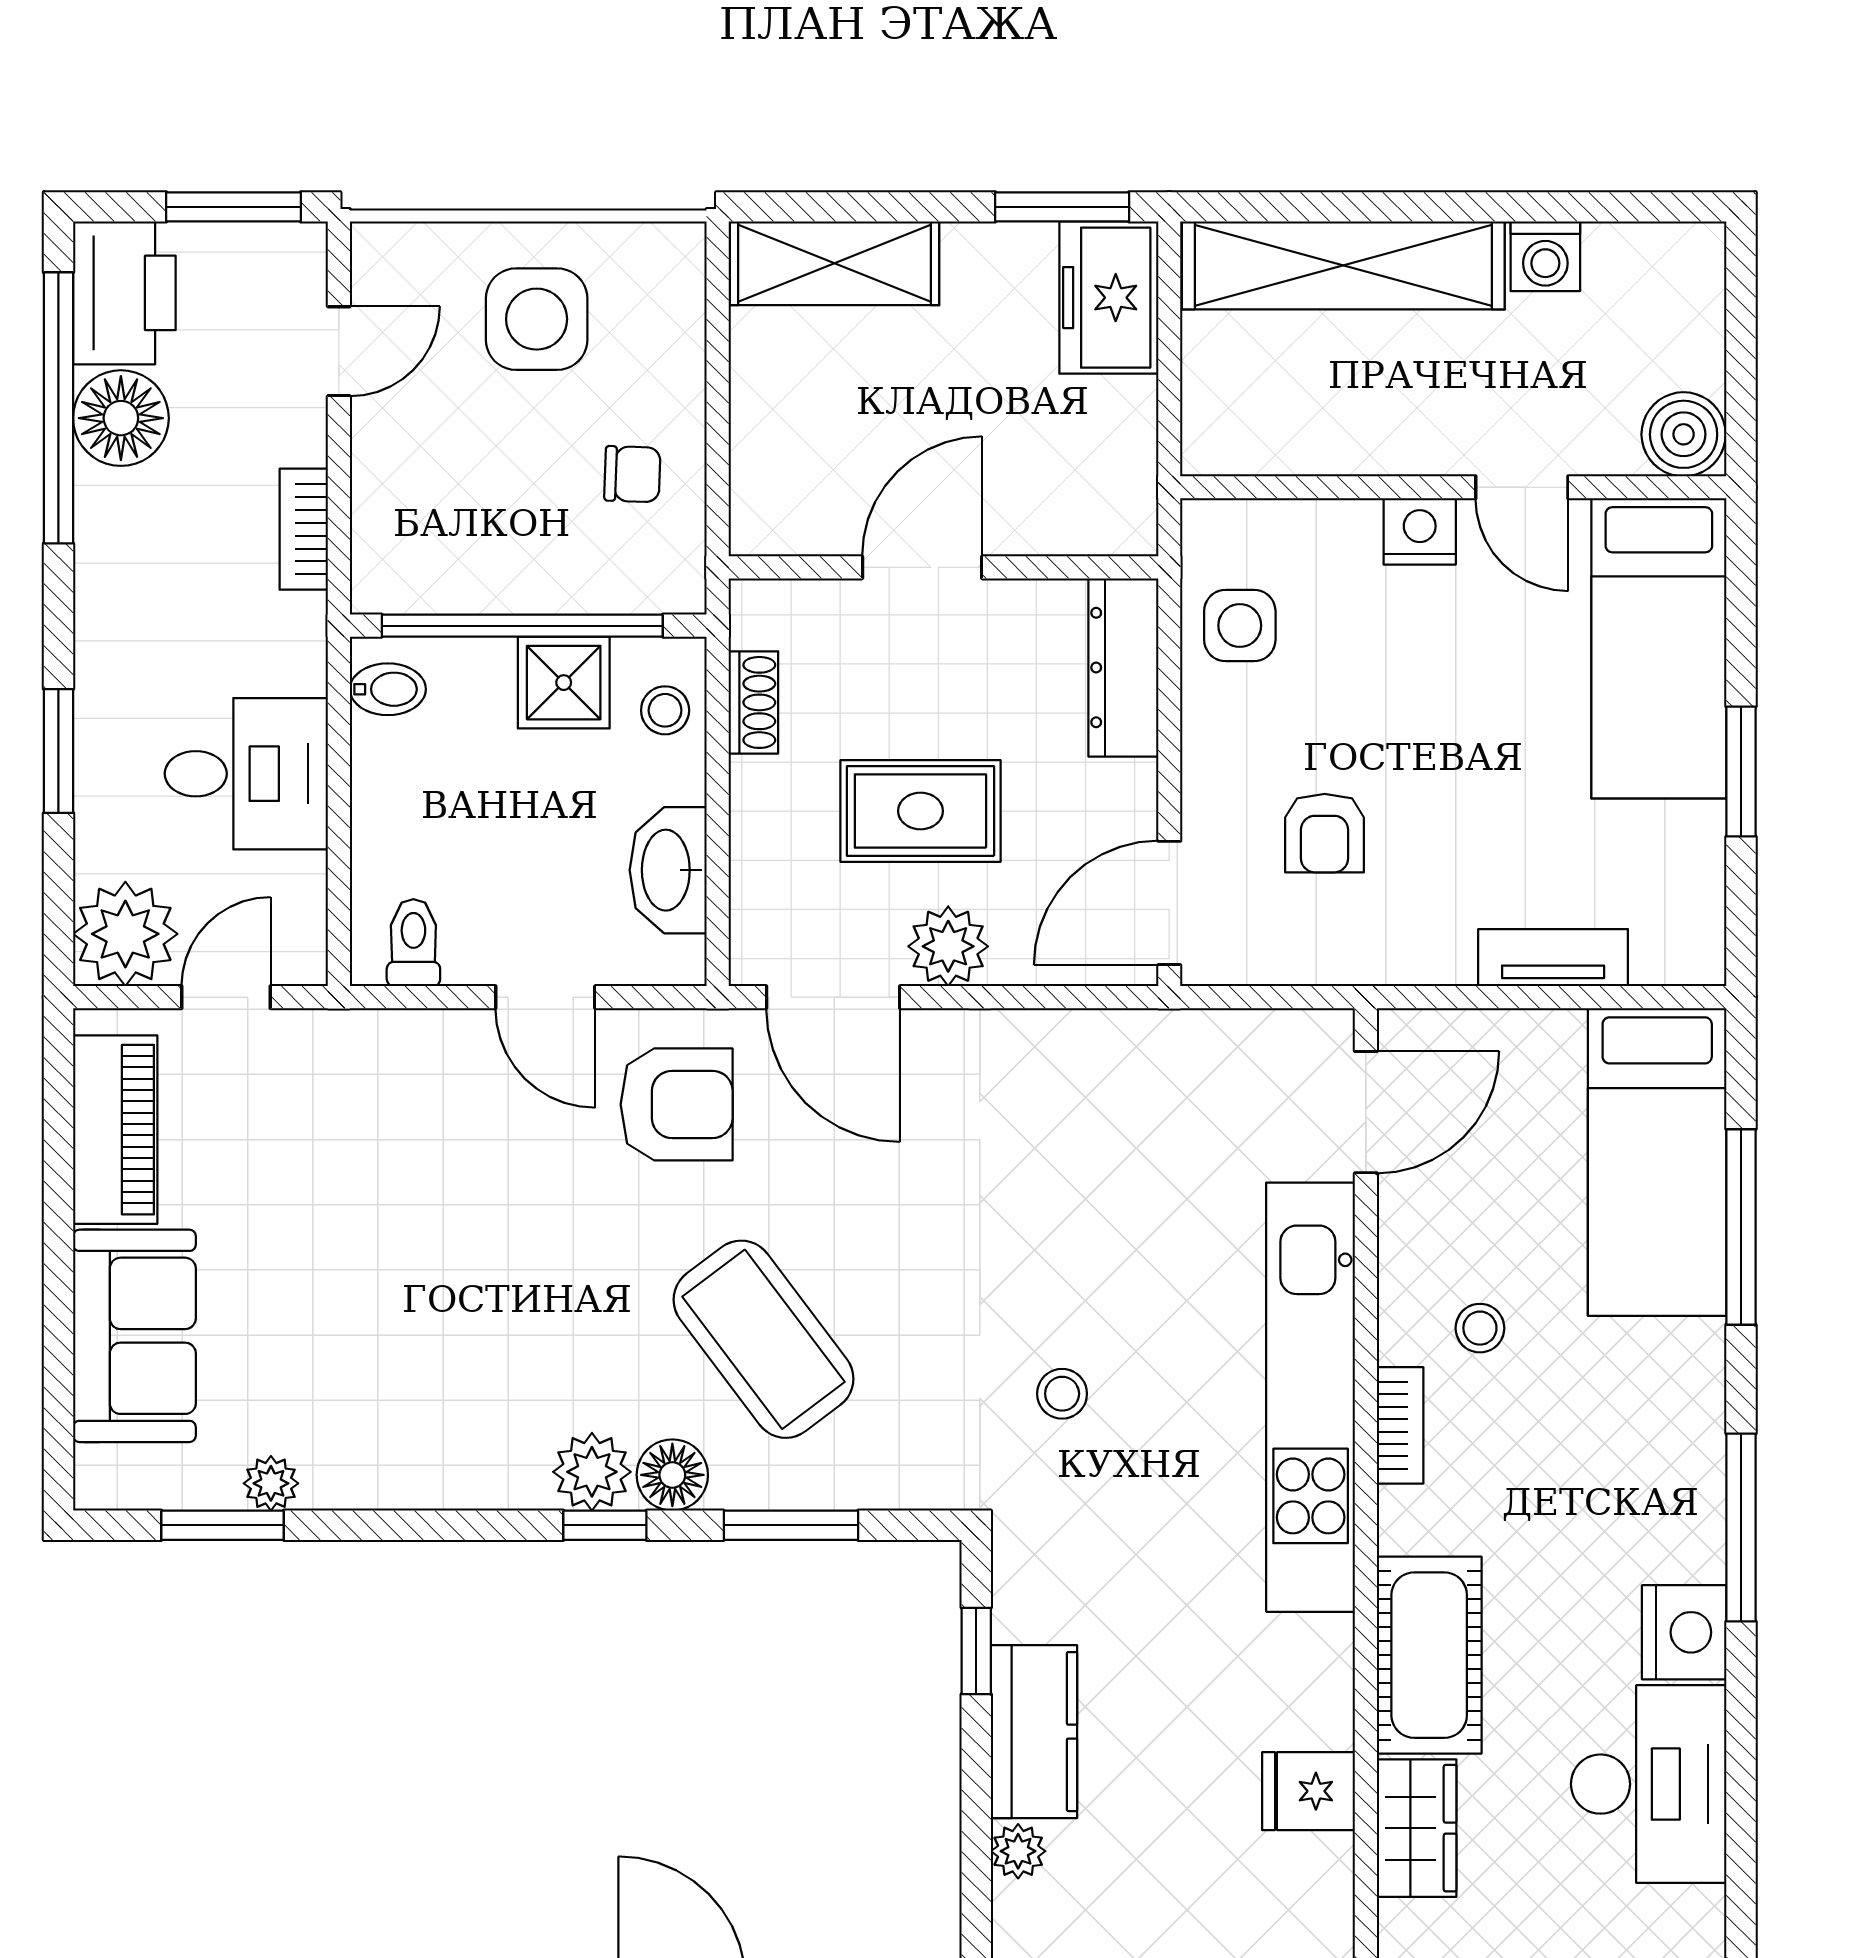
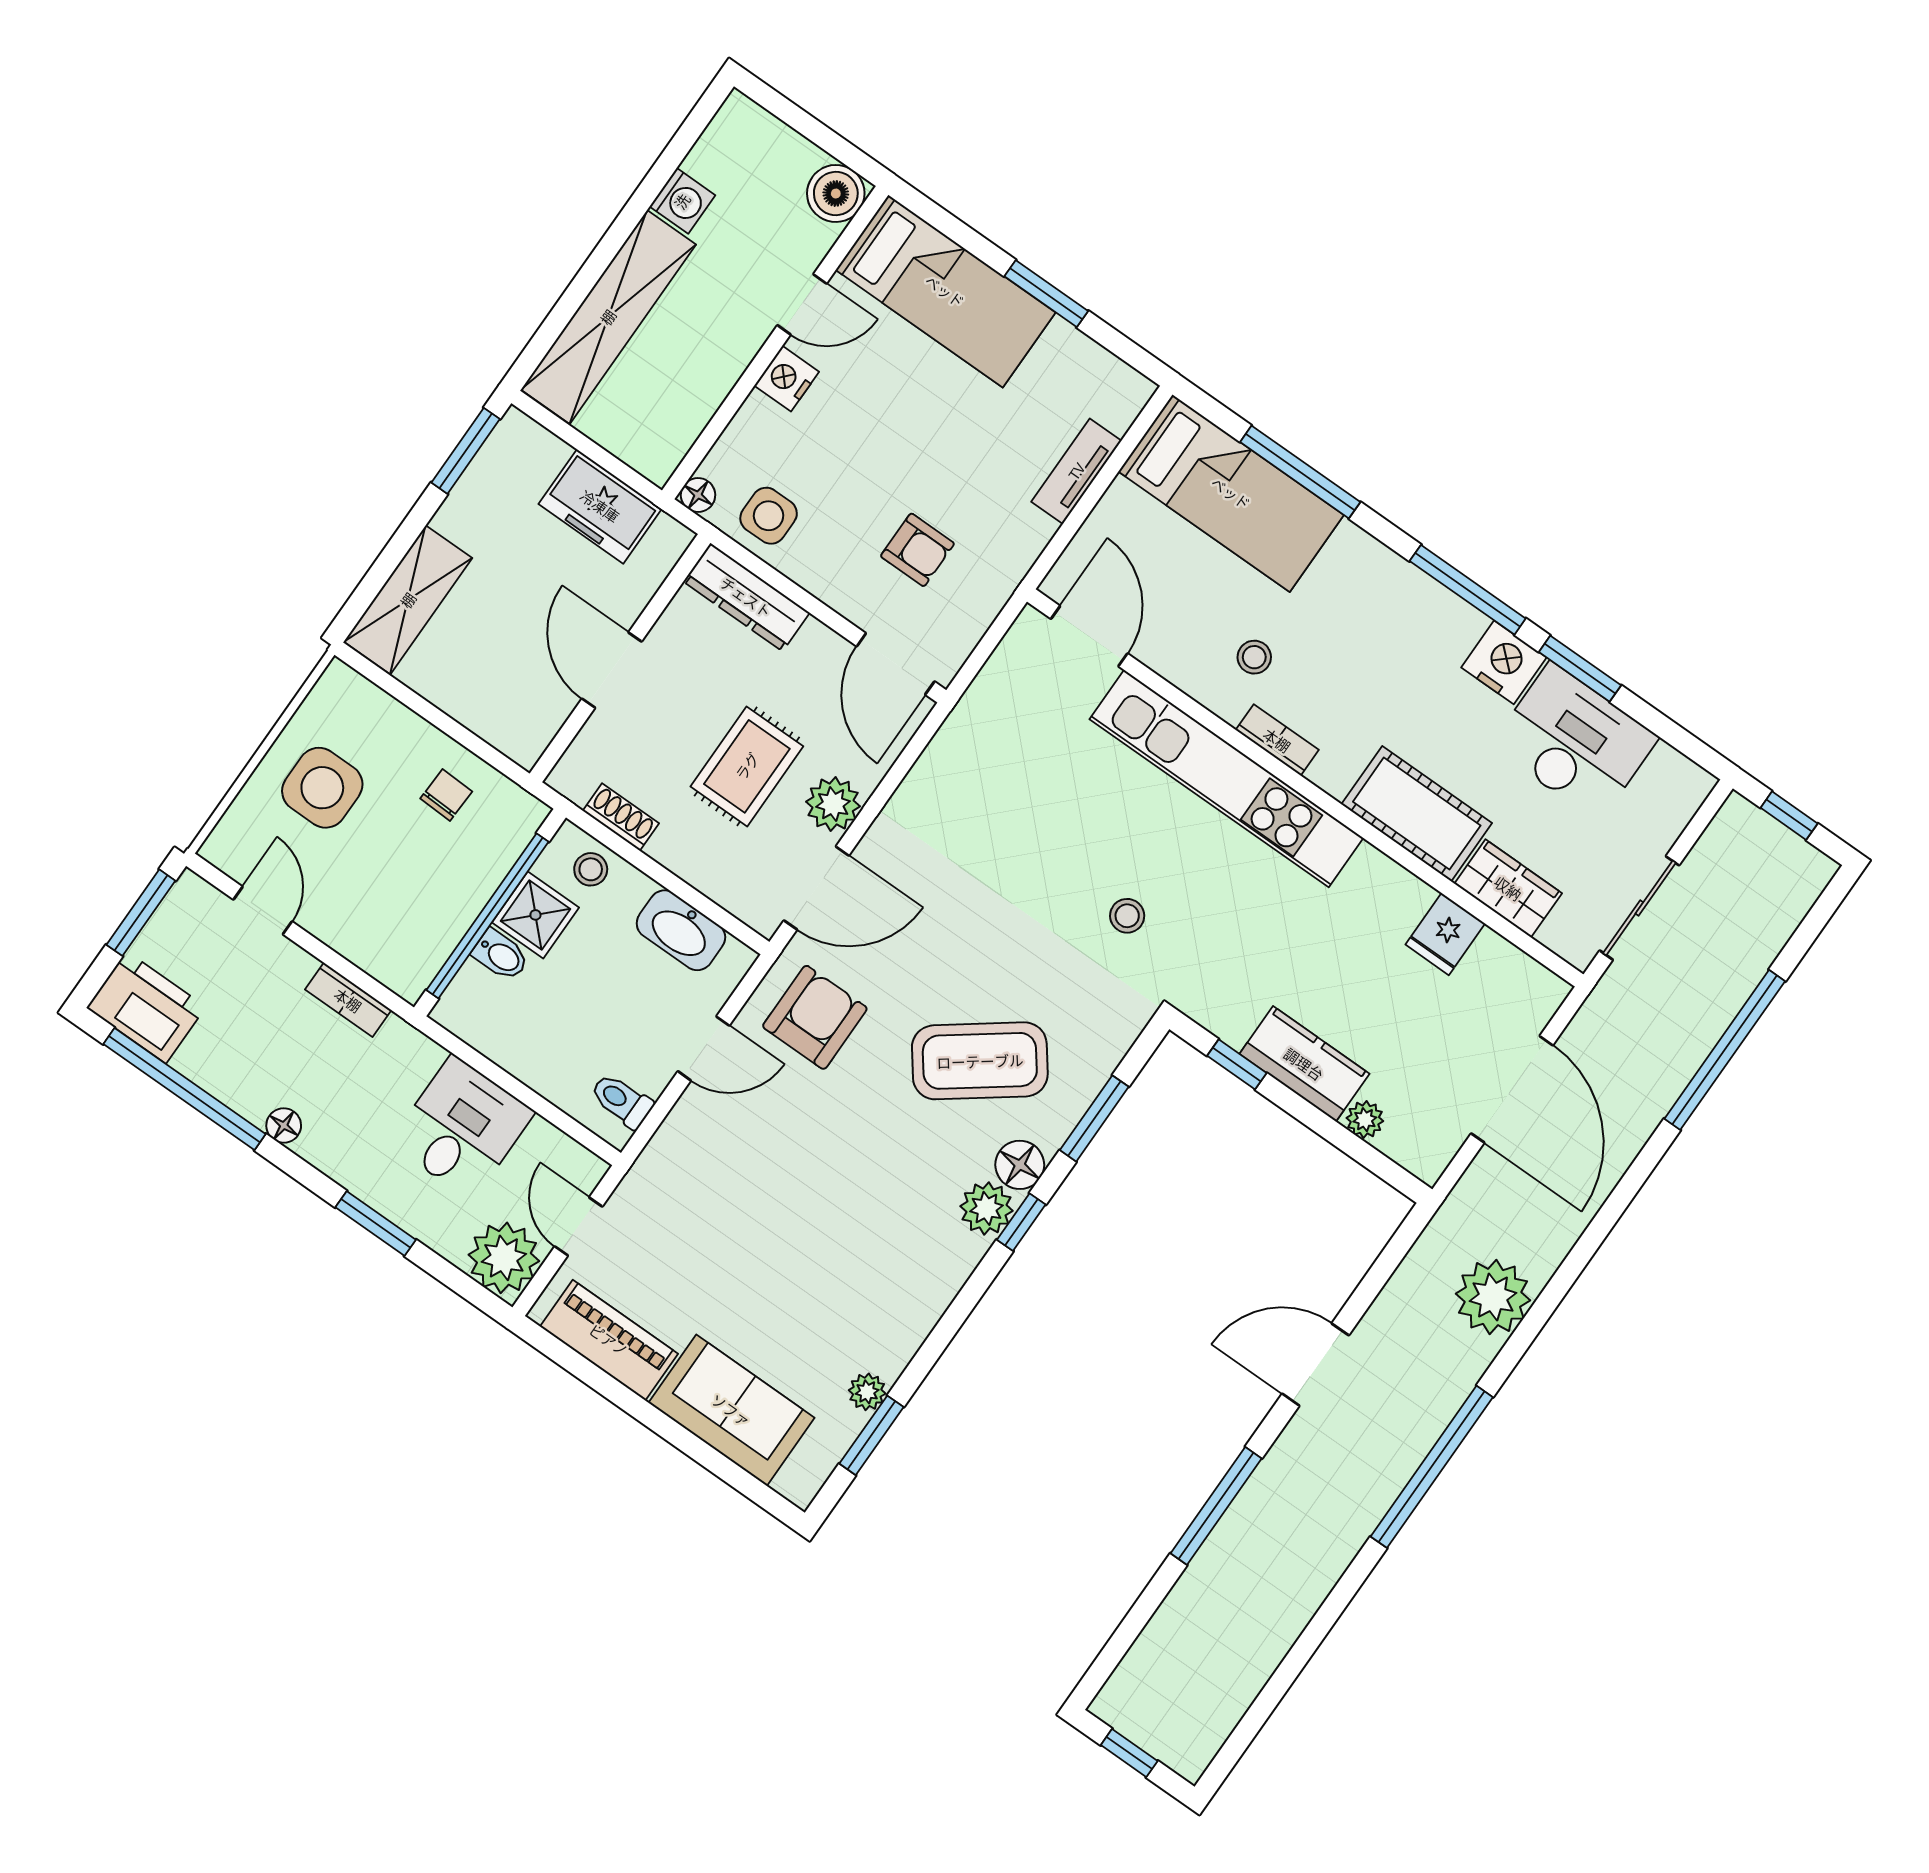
freezer: (1109, 298) -> (600, 506), moved
floor lamp: (121, 418) -> (284, 1125), moved, width x0.53, depth x0.53
floor lamp: (1205, 523) -> (698, 495), added
bidet: (388, 689) -> (501, 955), moved, turned 90
window: (1741, 1729) -> (1580, 669), added

